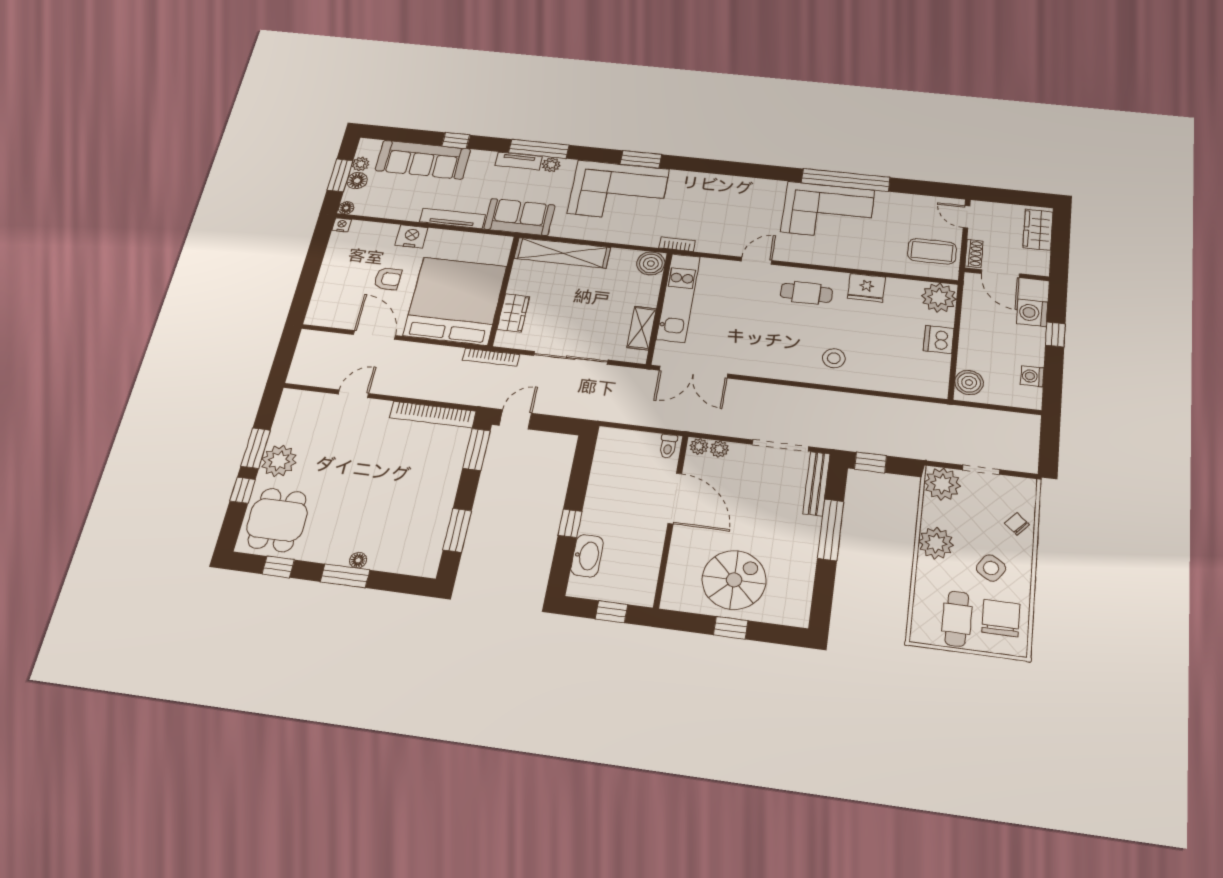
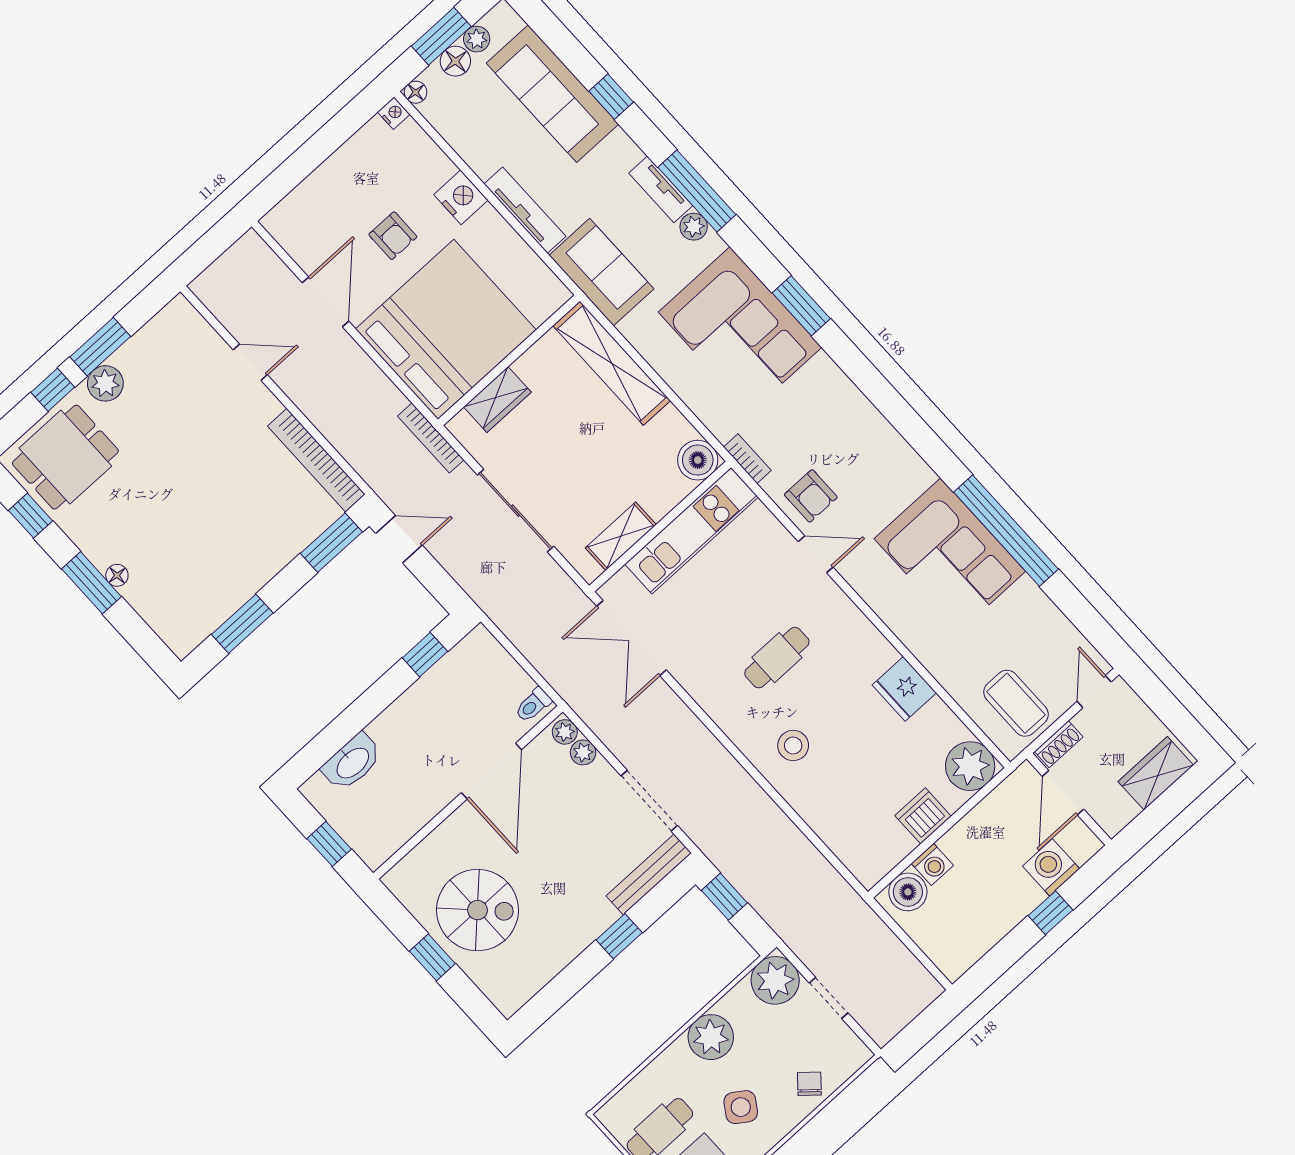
armchair: (728, 237) -> (811, 496), added
cafe table: (806, 293) -> (777, 658), moved, turned 90
washing machine: (1032, 376) -> (932, 864), moved, turned 180
plant: (279, 461) -> (105, 383), width x0.73, depth x0.73
window: (570, 523) -> (425, 655), moved
window: (831, 530) -> (619, 936), width x0.46

